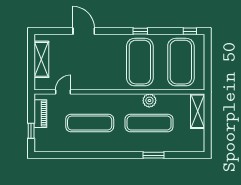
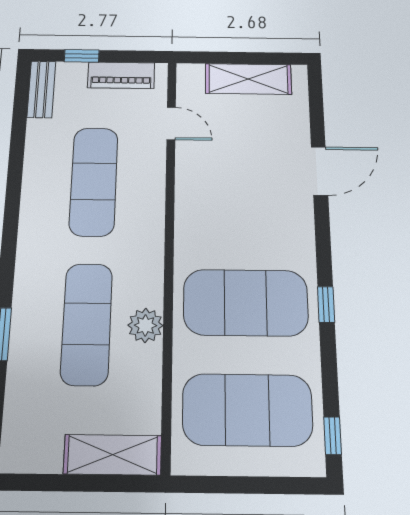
bench: (48, 147) -> (41, 89), added

